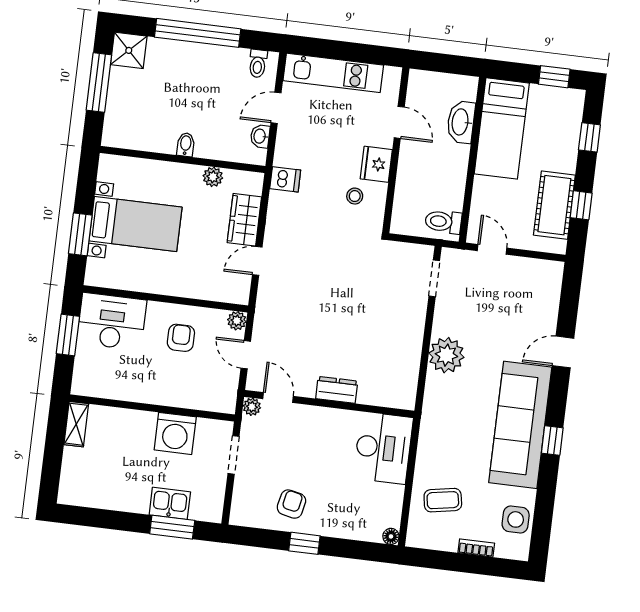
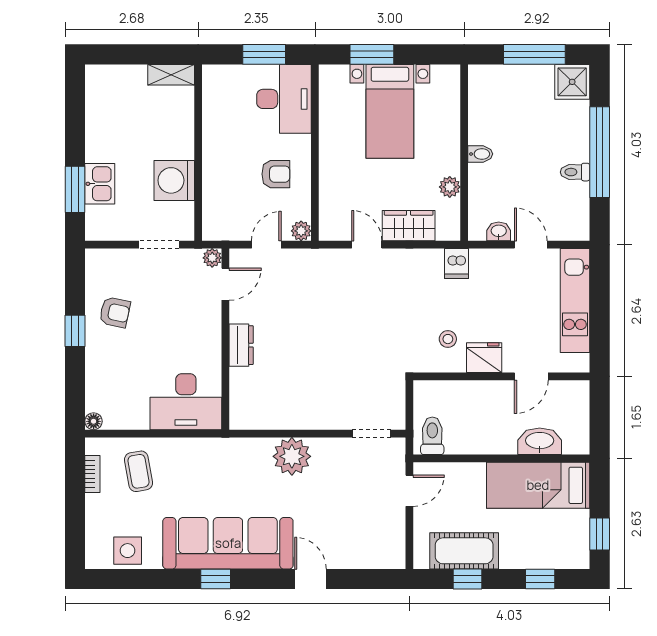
toilet: (258, 64) -> (575, 172), moved
bookcase: (476, 548) -> (92, 474), moved

